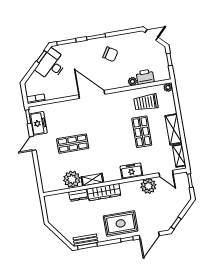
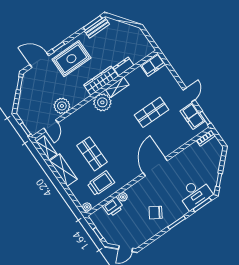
desk: (51, 65) -> (195, 194), moved, turned 44
door: (92, 94) -> (155, 167), swing flipped
freezer: (131, 171) -> (153, 65), moved
door: (166, 174) -> (51, 125), swing flipped
plant: (72, 179) -> (102, 102), moved
door: (149, 235) -> (39, 60), hinge flipped

